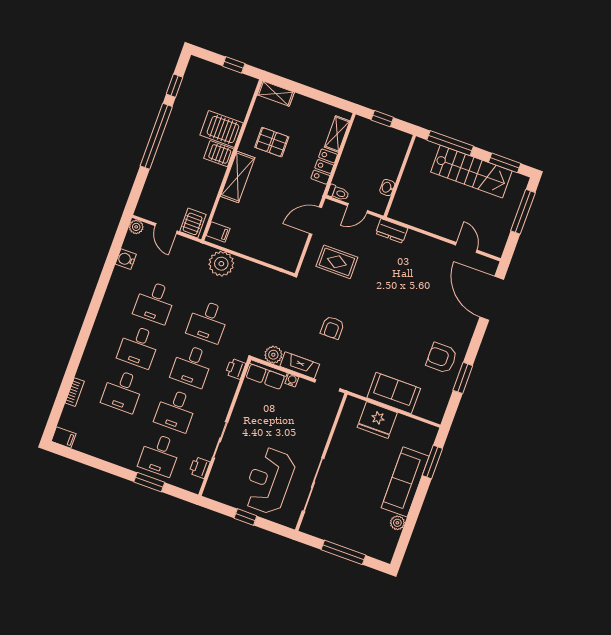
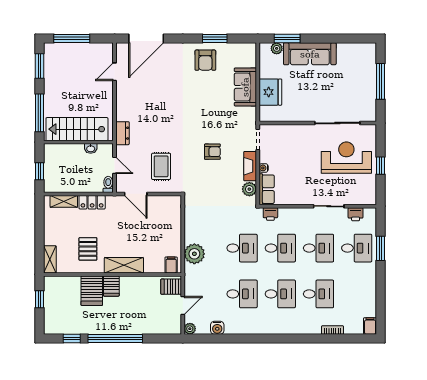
stairs: (471, 171) -> (77, 129), moved, turned -90
reception desk: (269, 481) -> (346, 158), turned 180
plant: (397, 523) -> (277, 48), moved

